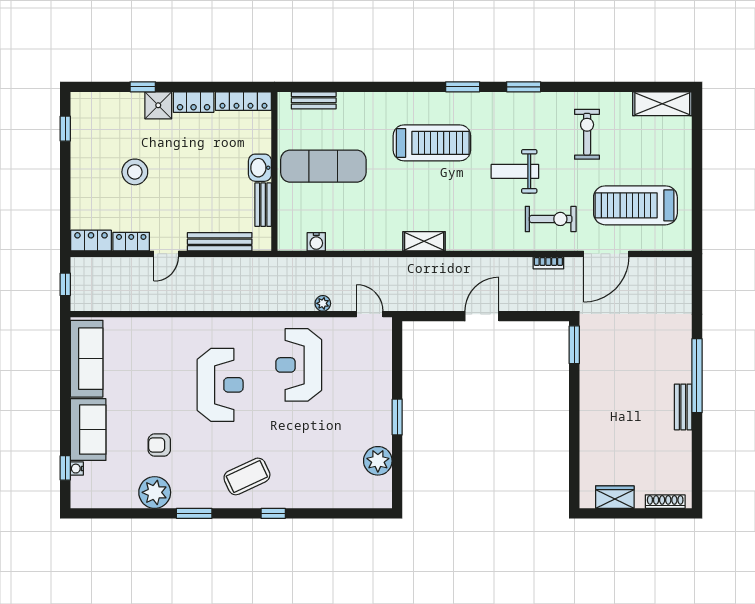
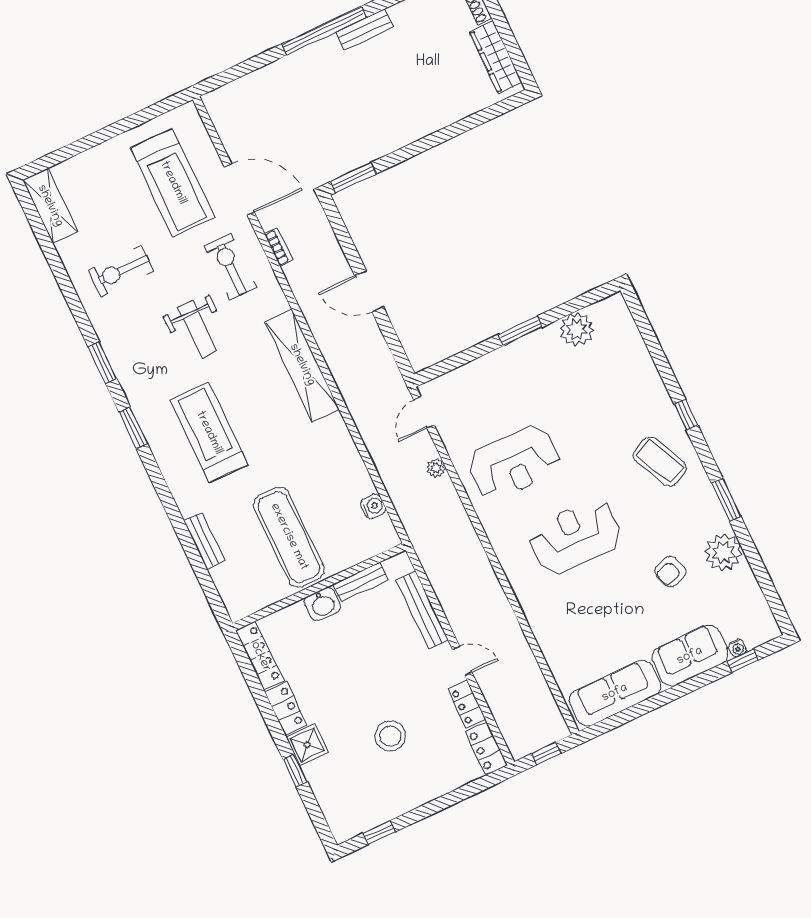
bench: (314, 100) -> (204, 541), moved
shelving: (424, 241) -> (302, 365), width x2.20, depth x1.33
armchair: (159, 445) -> (670, 572), turned 71
wardrobe: (615, 497) -> (496, 57), width x1.50

